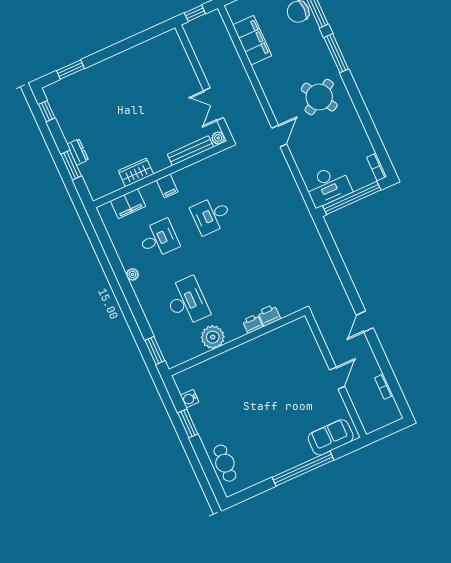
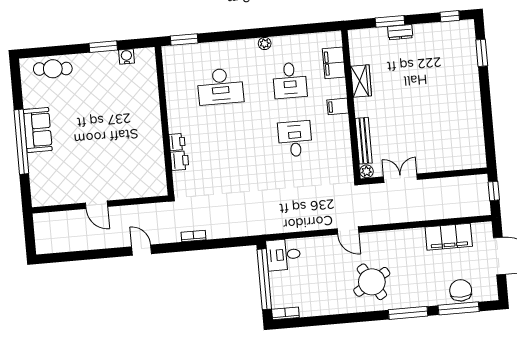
desk: (328, 186) -> (283, 255), width x0.73
plant: (213, 337) -> (178, 99), removed
bookcase: (384, 387) -> (193, 236), moved
sofa: (331, 437) -> (38, 130), moved

